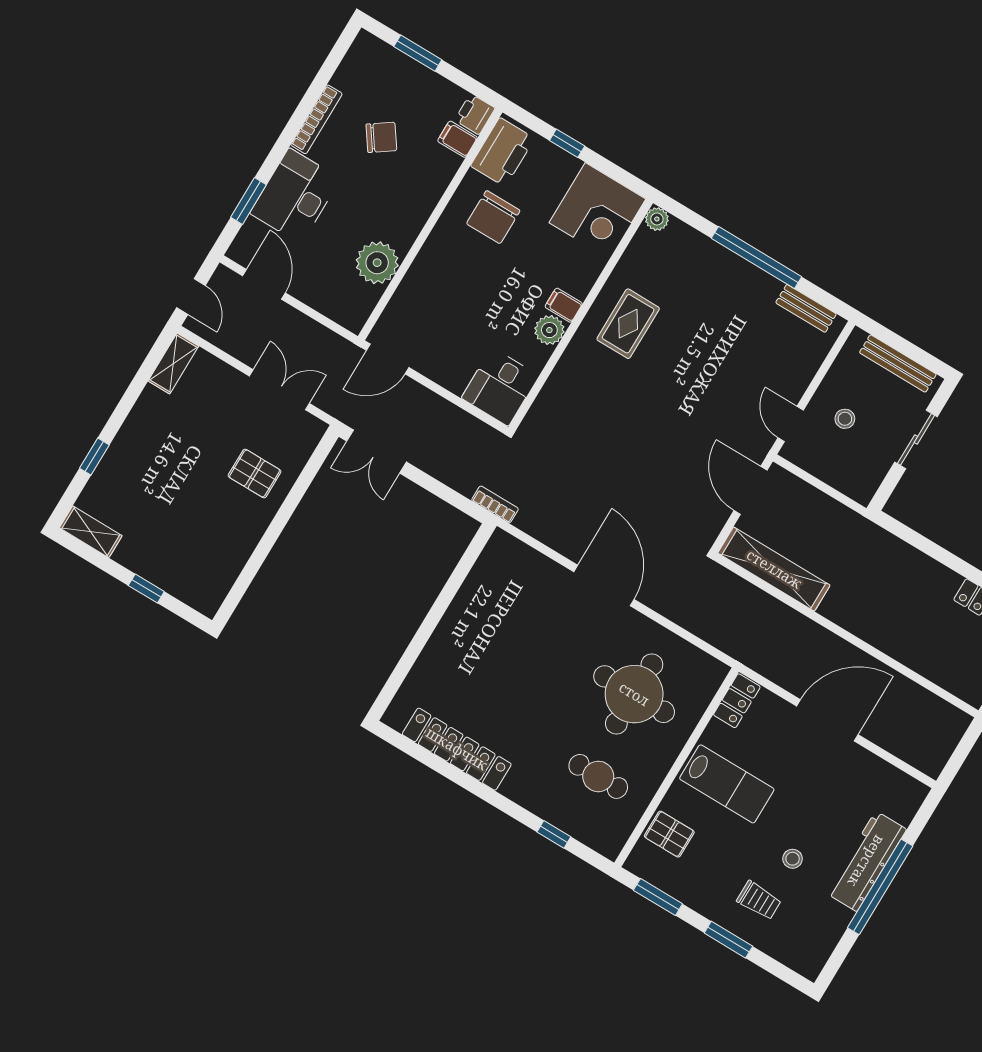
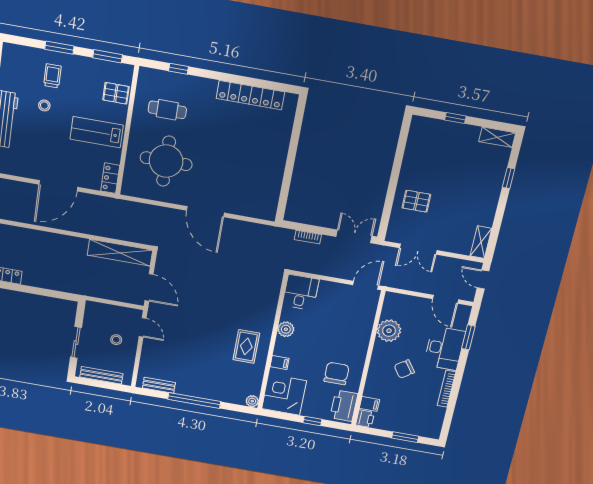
chair: (381, 137) -> (404, 369), moved
filing cabinet: (564, 305) -> (280, 363), moved
bookcase: (495, 504) -> (308, 237), moved
trolley: (759, 900) -> (52, 76), turned 90

